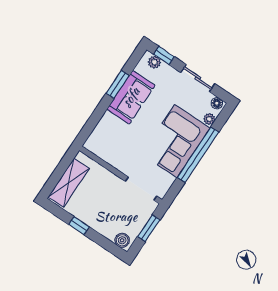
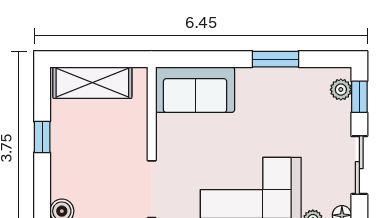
sofa: (131, 97) -> (195, 90), moved

